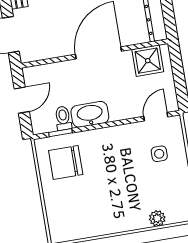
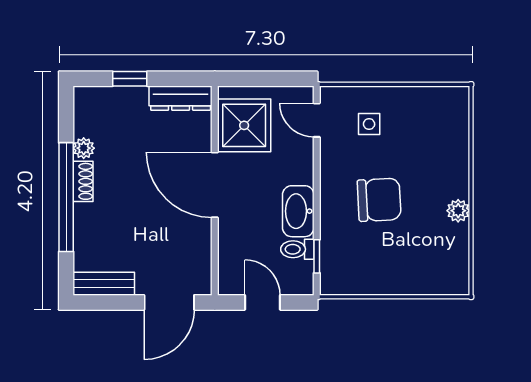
shower: (148, 61) -> (244, 125), width x1.36, depth x1.36
chair: (66, 162) -> (379, 200), moved, turned -93
plant: (157, 218) -> (458, 211), moved

